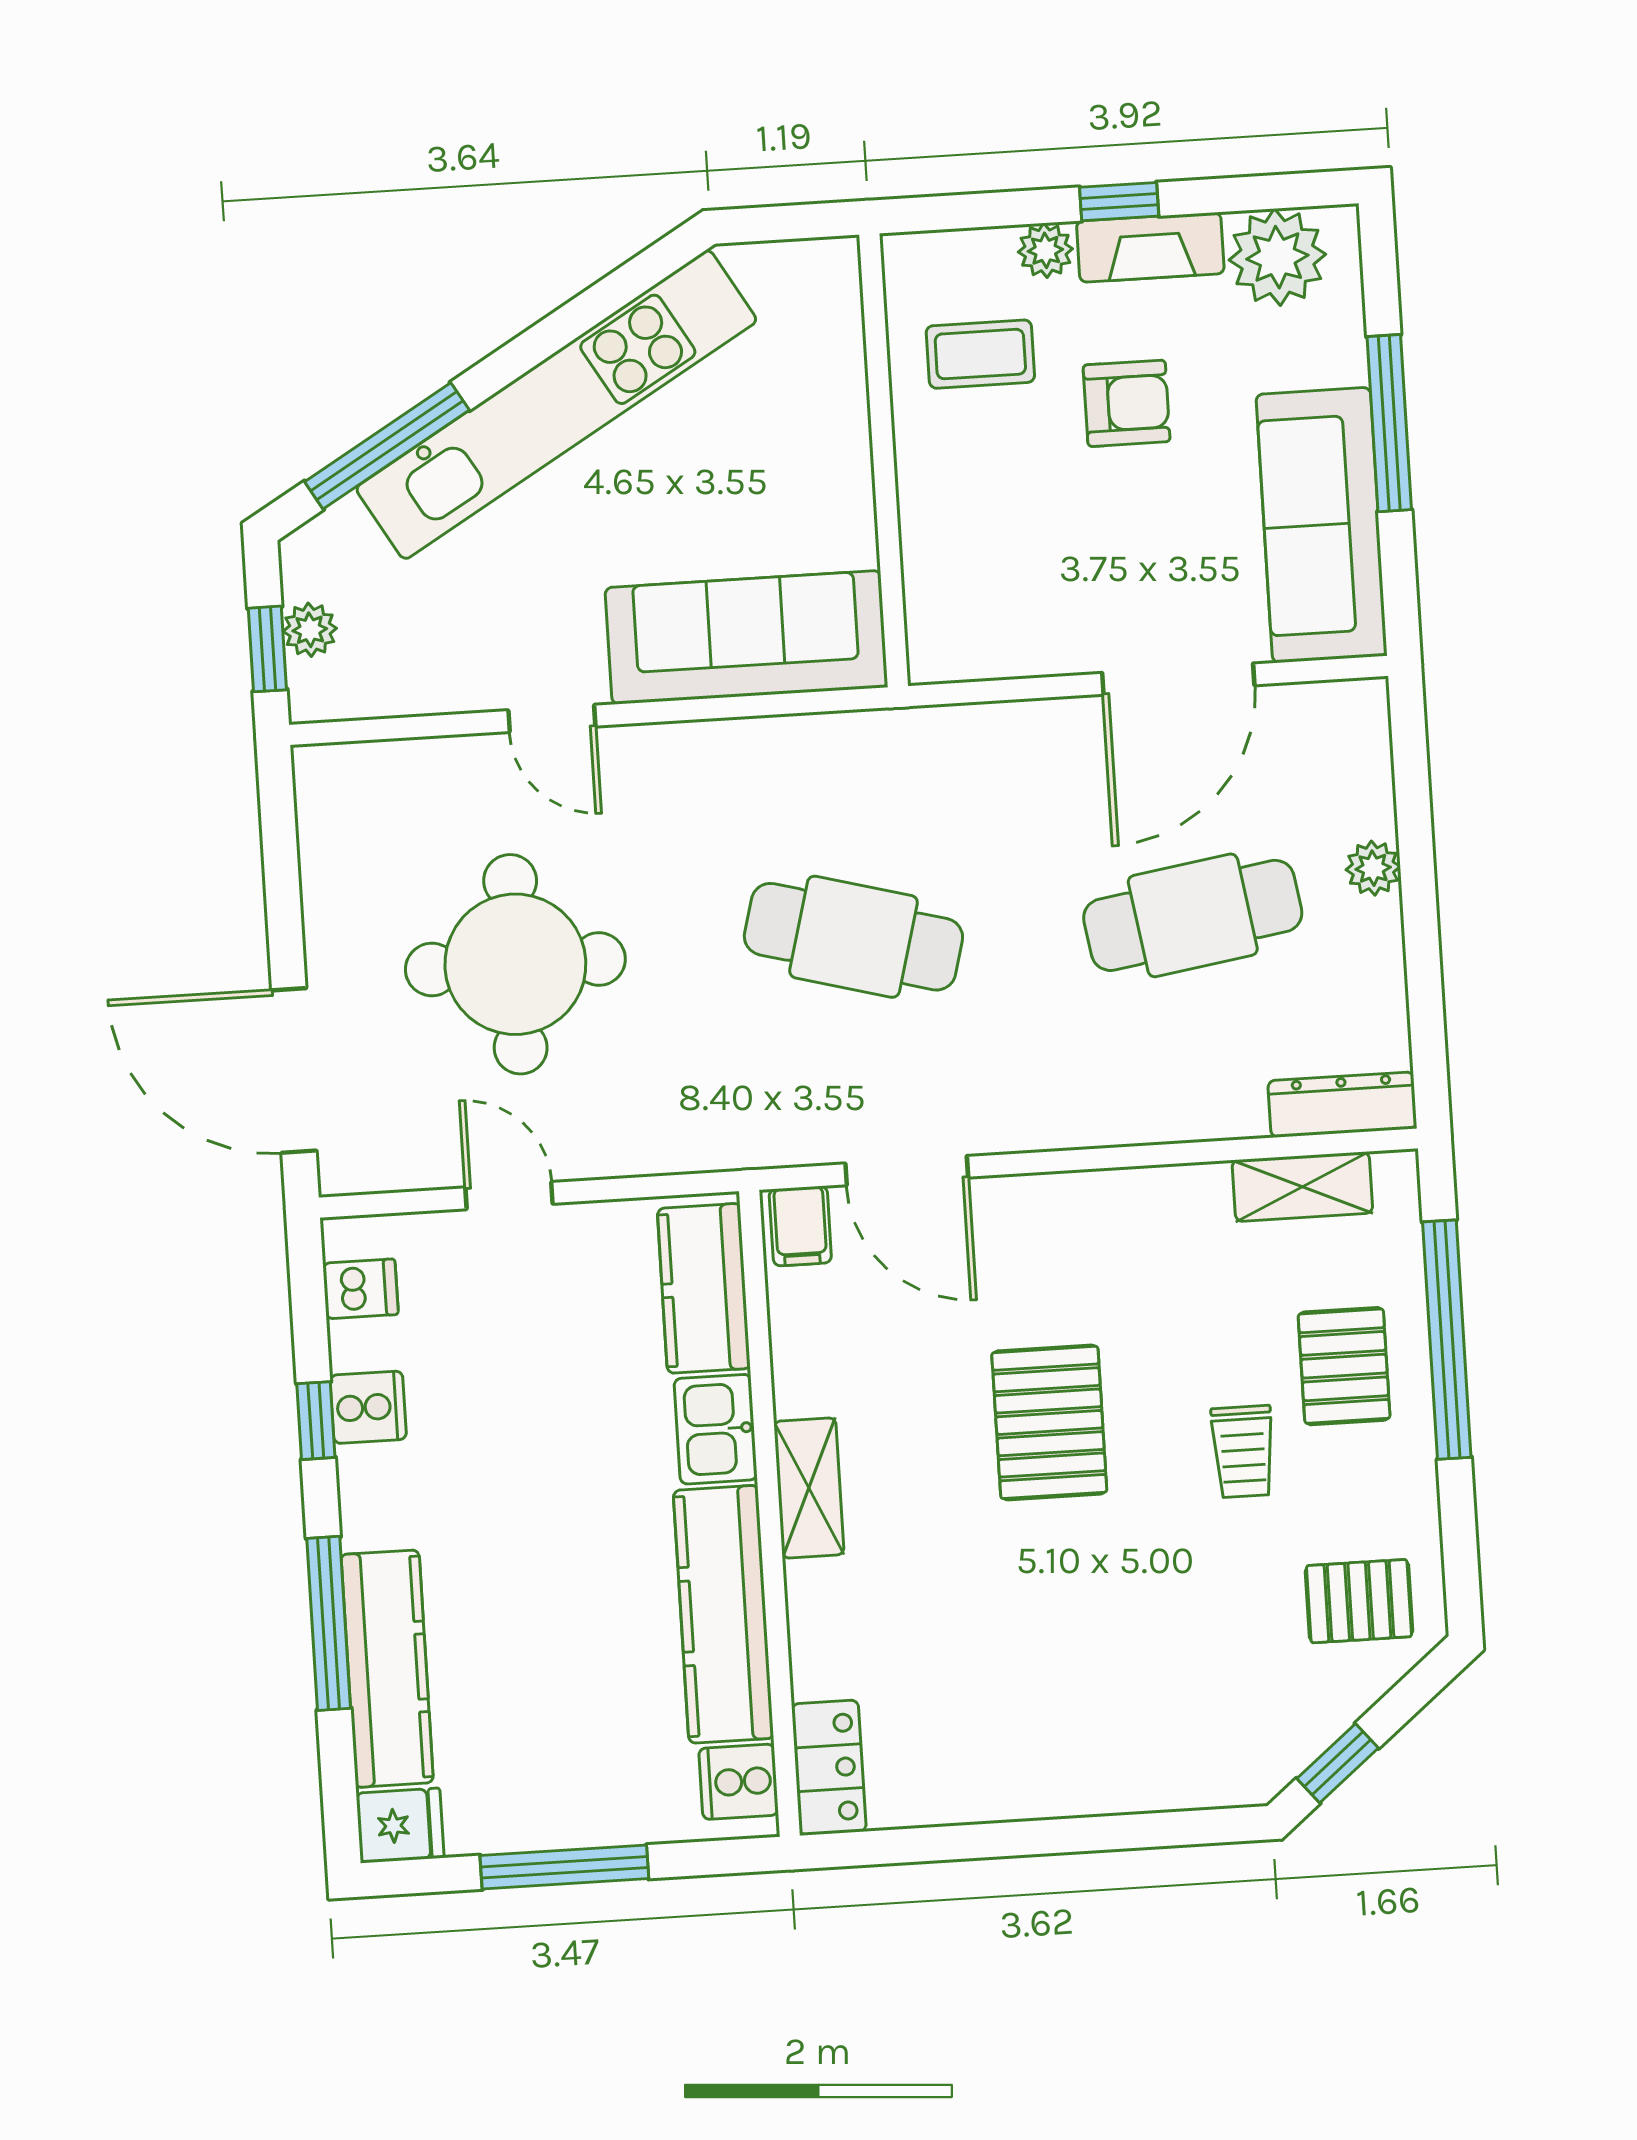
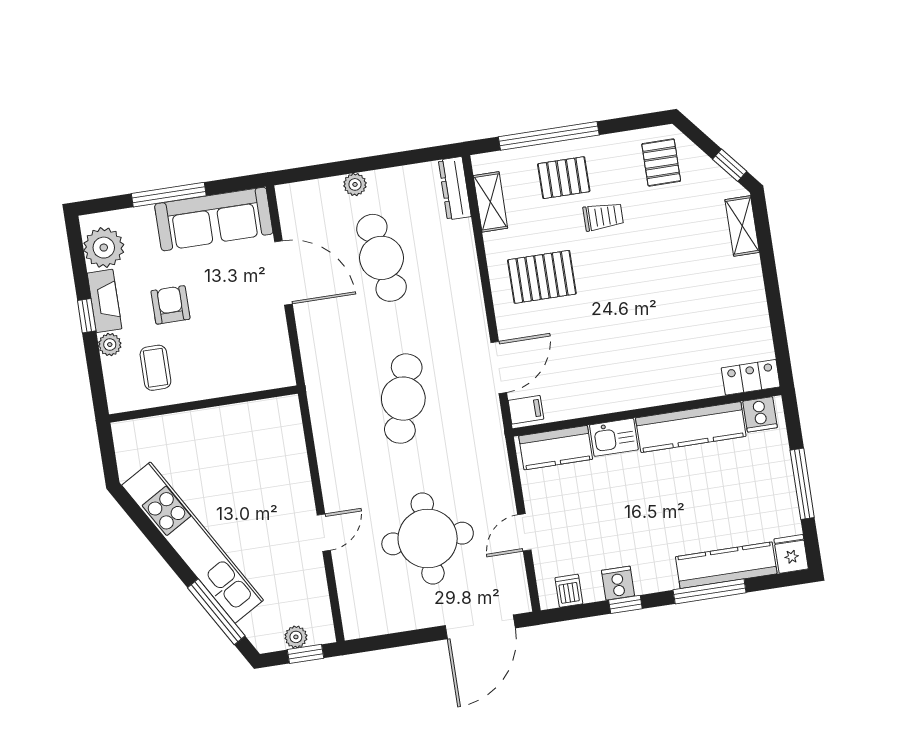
sofa: (746, 637) -> (283, 455), removed
pallet: (1049, 1422) -> (542, 277), moved
shelving: (809, 1488) -> (742, 226), moved, turned 90

